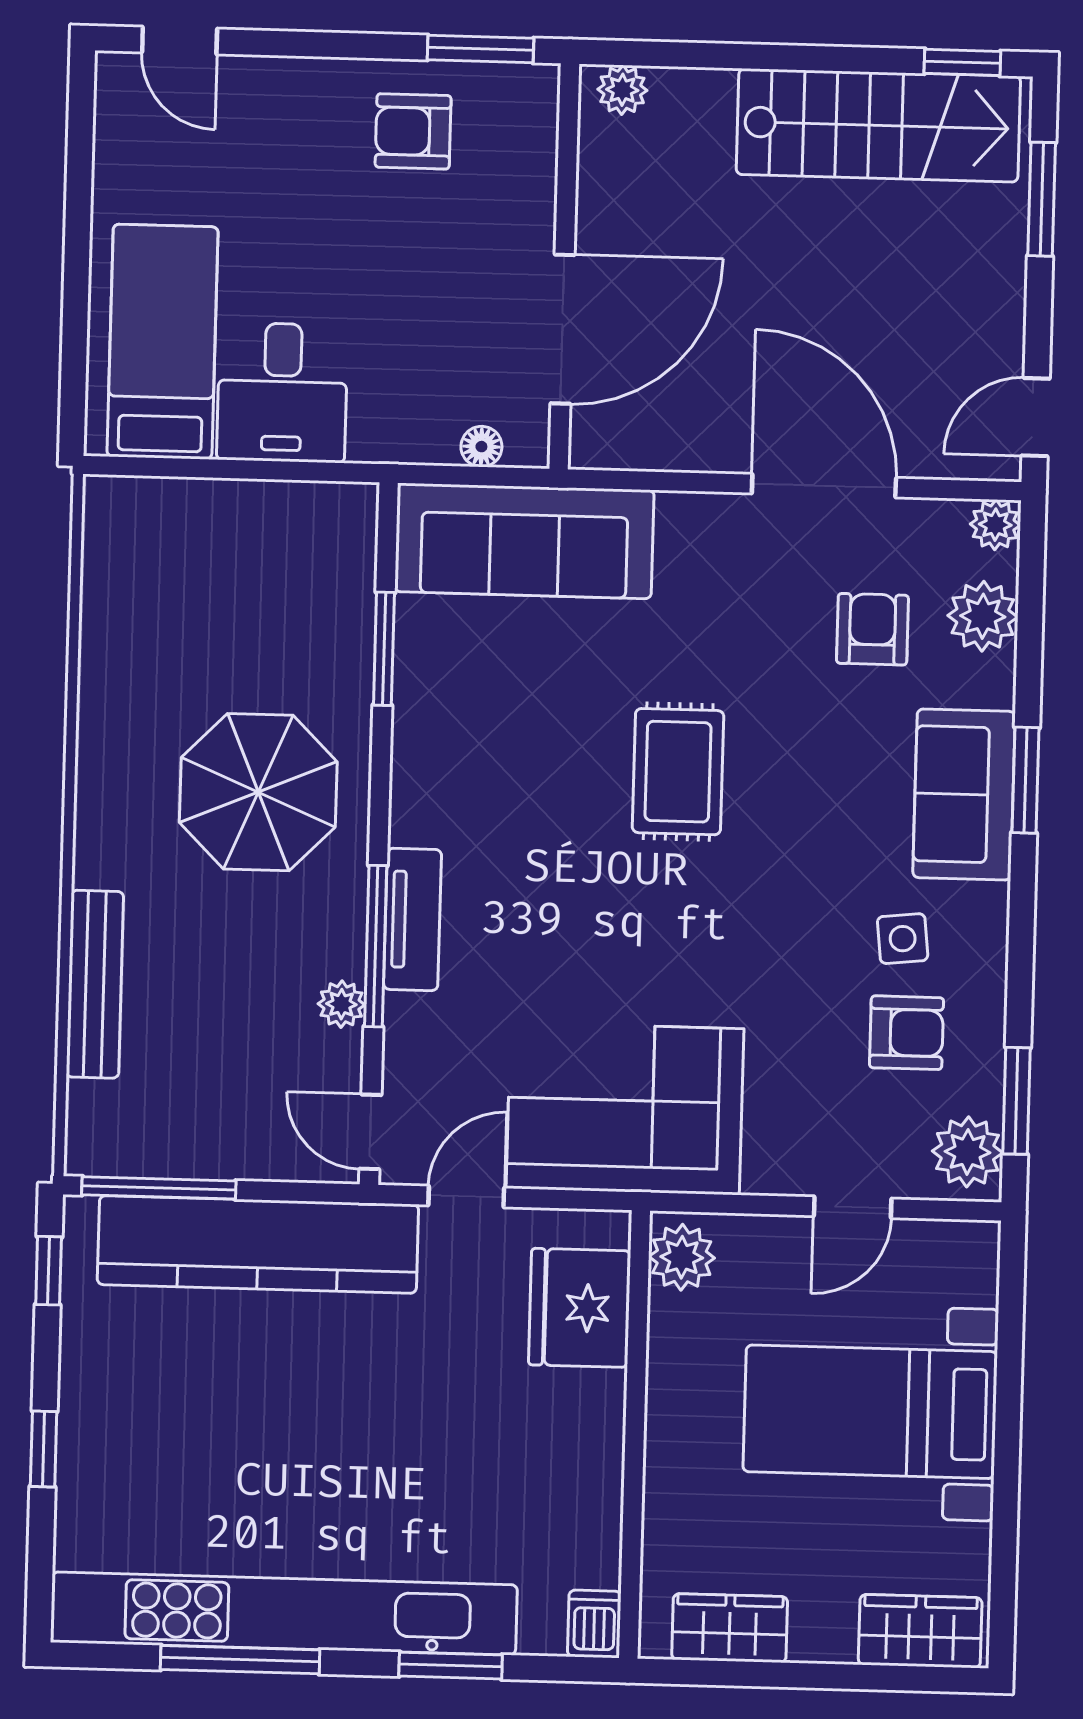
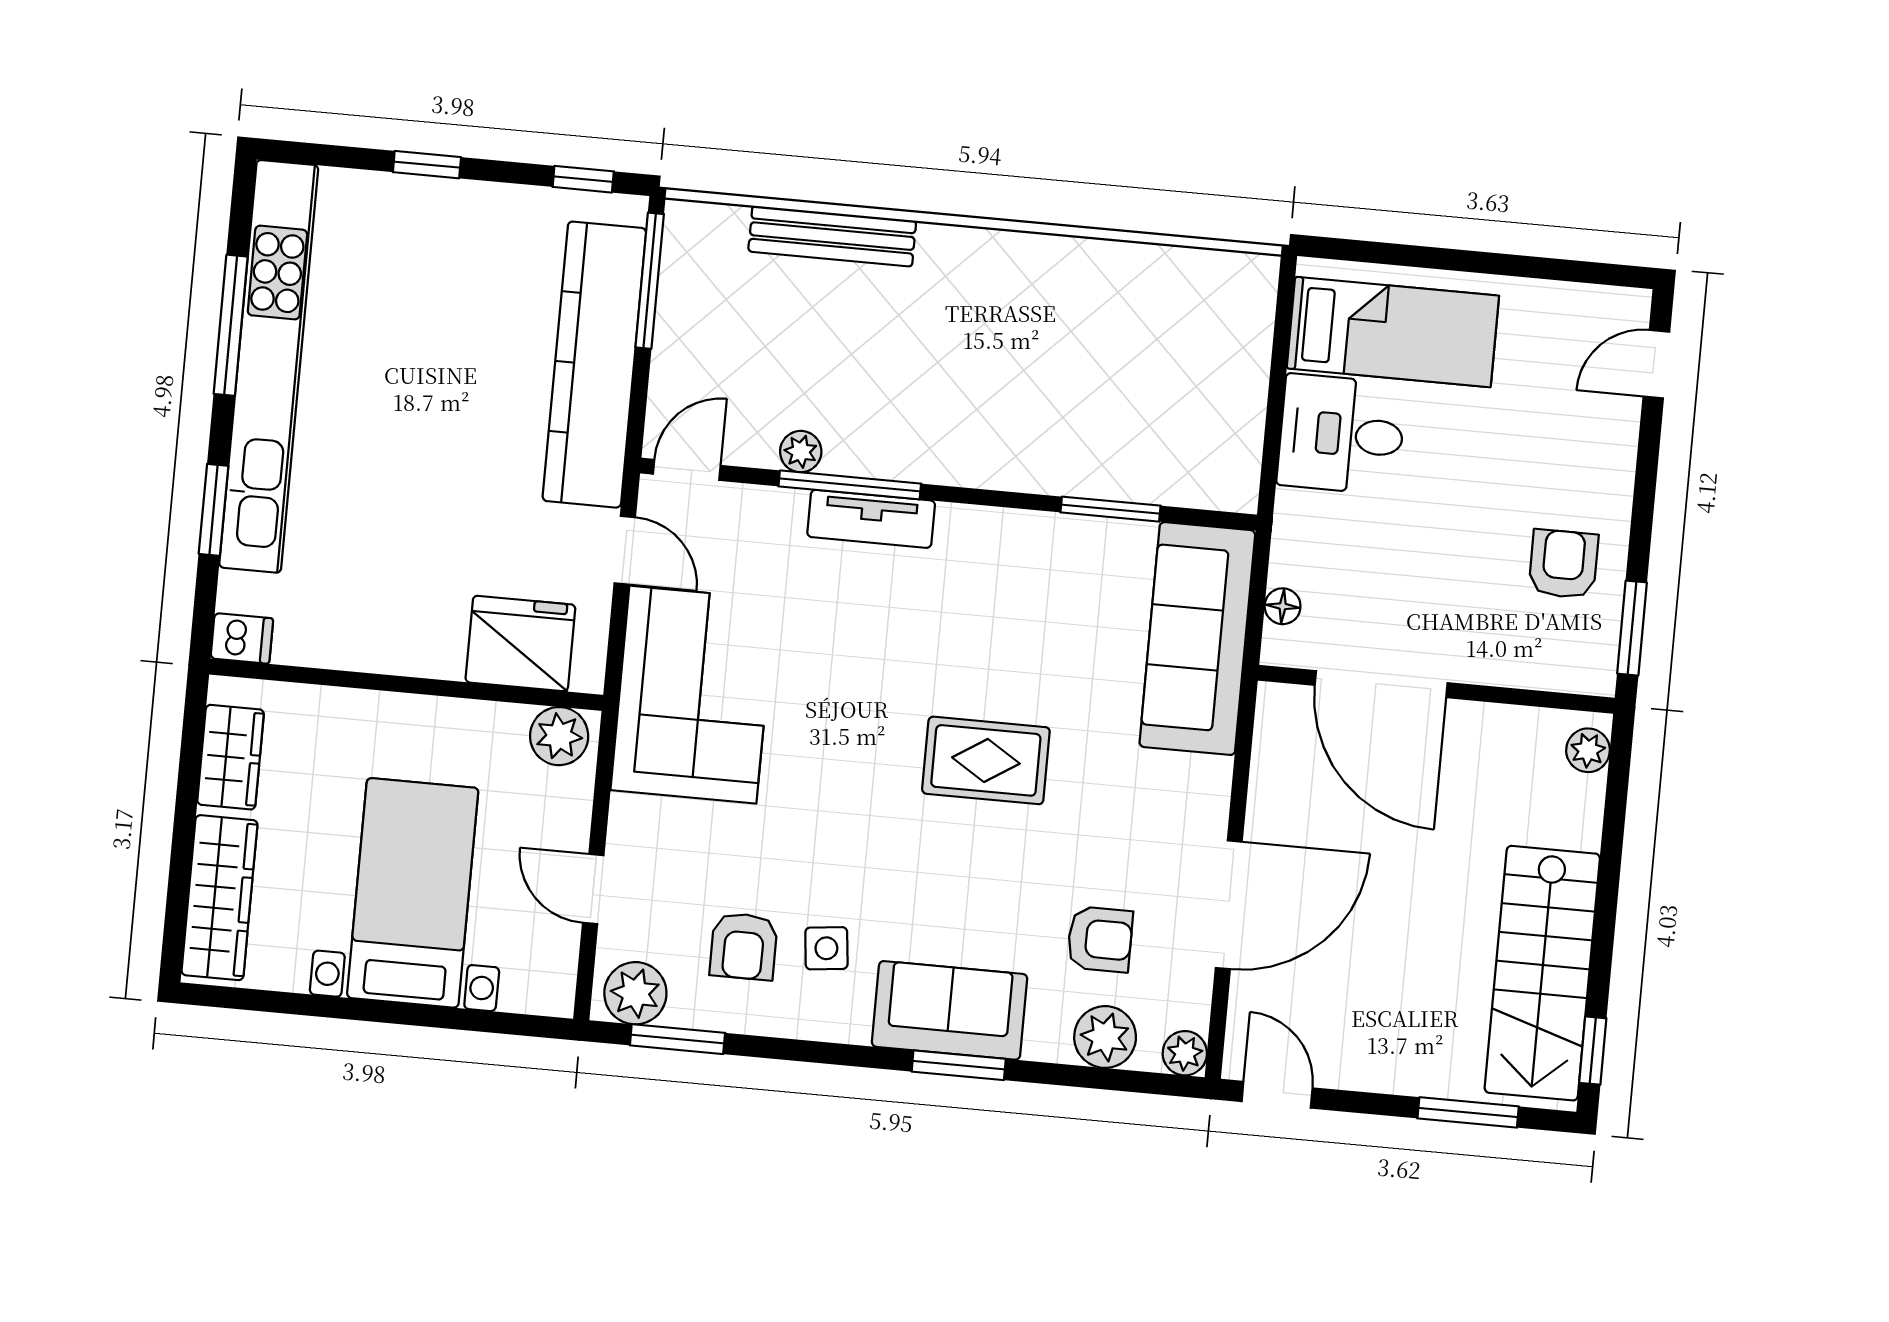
parasol: (258, 792) -> (992, 391), removed
wardrobe: (920, 1631) -> (219, 898), width x1.50

